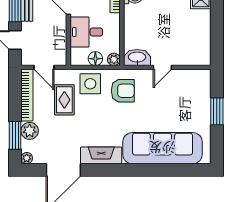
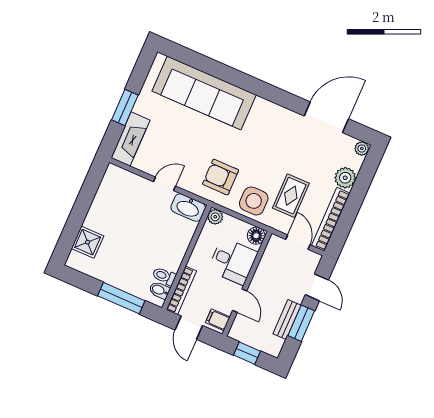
floor lamp: (95, 59) -> (256, 236), moved
window: (15, 135) -> (364, 180), removed
fireplace: (101, 155) -> (130, 139), moved, turned -90

